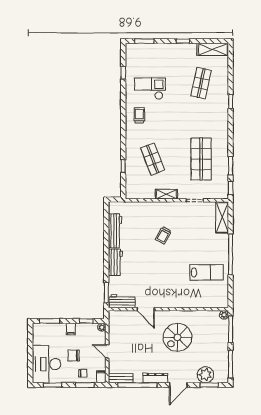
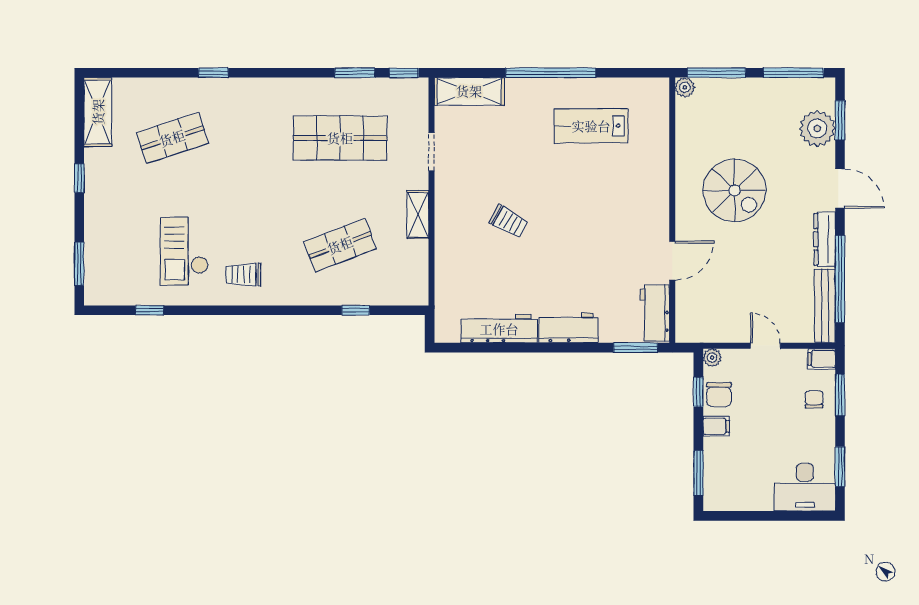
shop shelf: (201, 83) -> (172, 138), turned -30
lab bench: (207, 272) -> (591, 126), turned -90
door: (107, 351) -> (765, 346), swing flipped
chair: (74, 356) -> (719, 395), moved
desk: (47, 364) -> (805, 487), width x0.73, depth x0.77
bench: (121, 378) -> (825, 306), width x1.36

